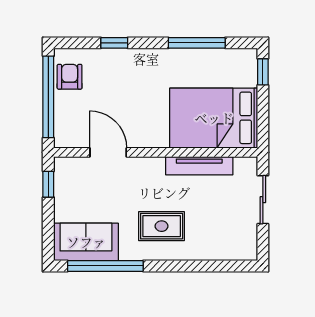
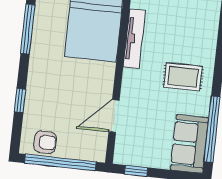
armchair: (70, 77) -> (45, 142), turned 180
rug: (162, 226) -> (183, 77), turned 90

